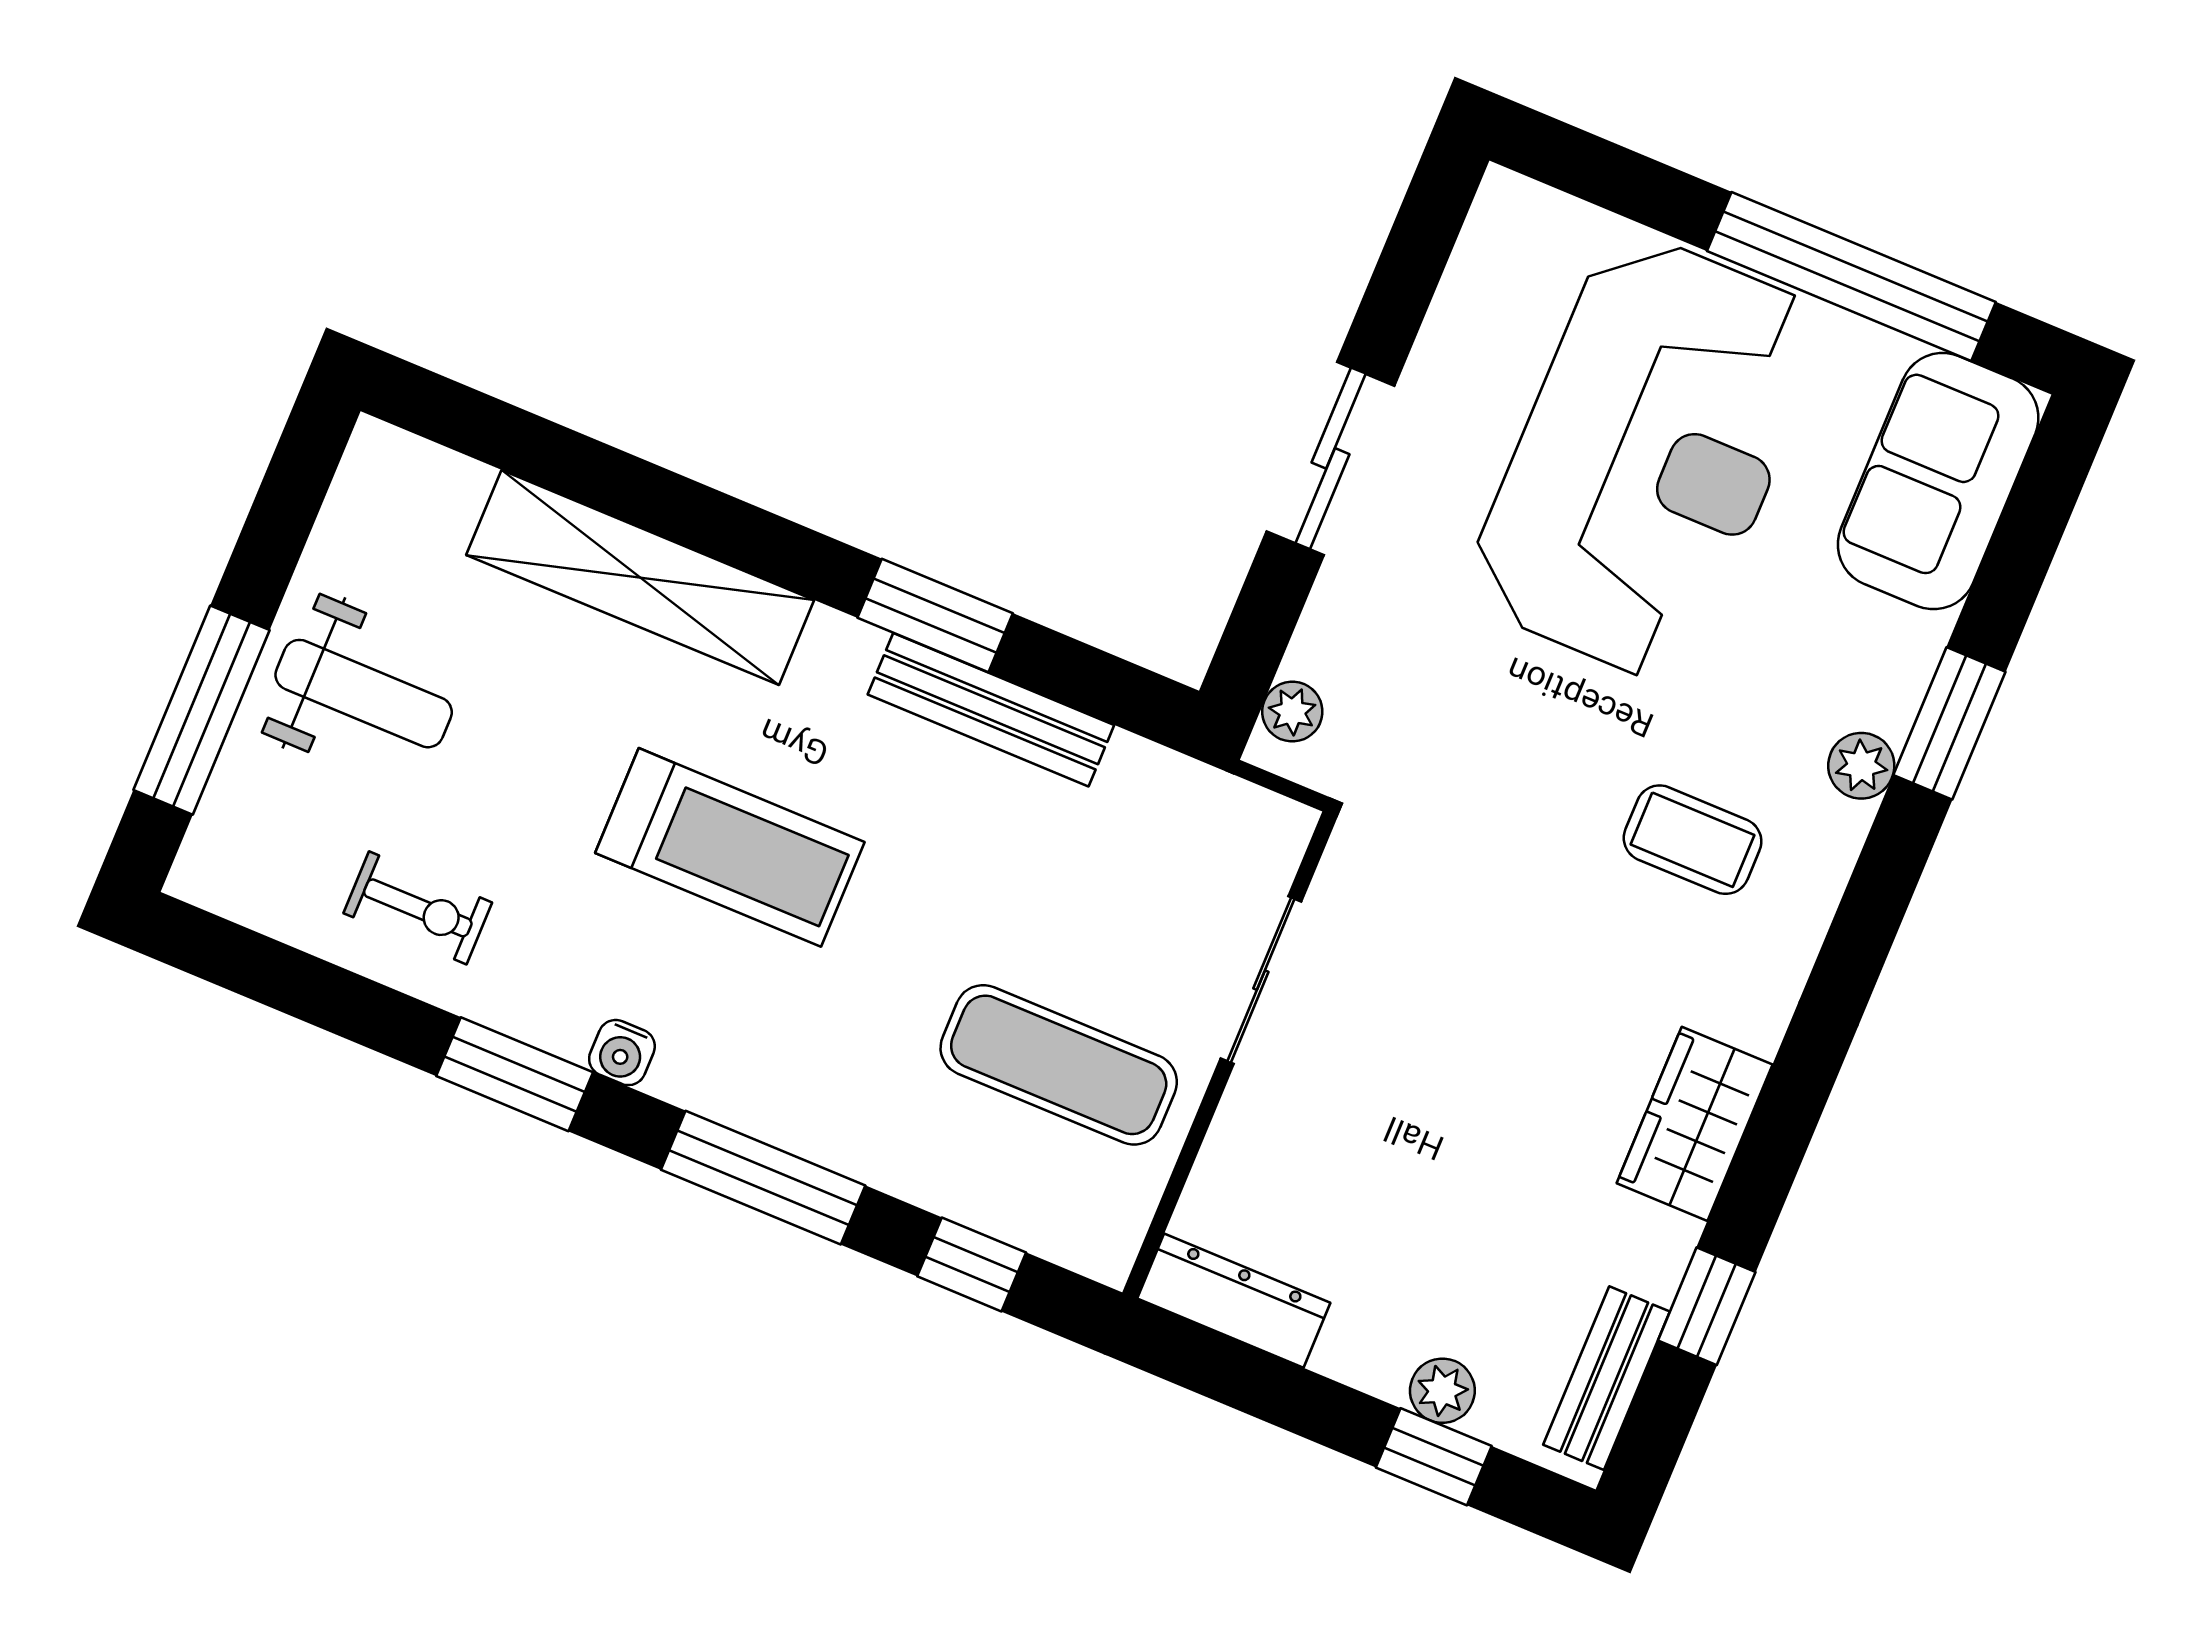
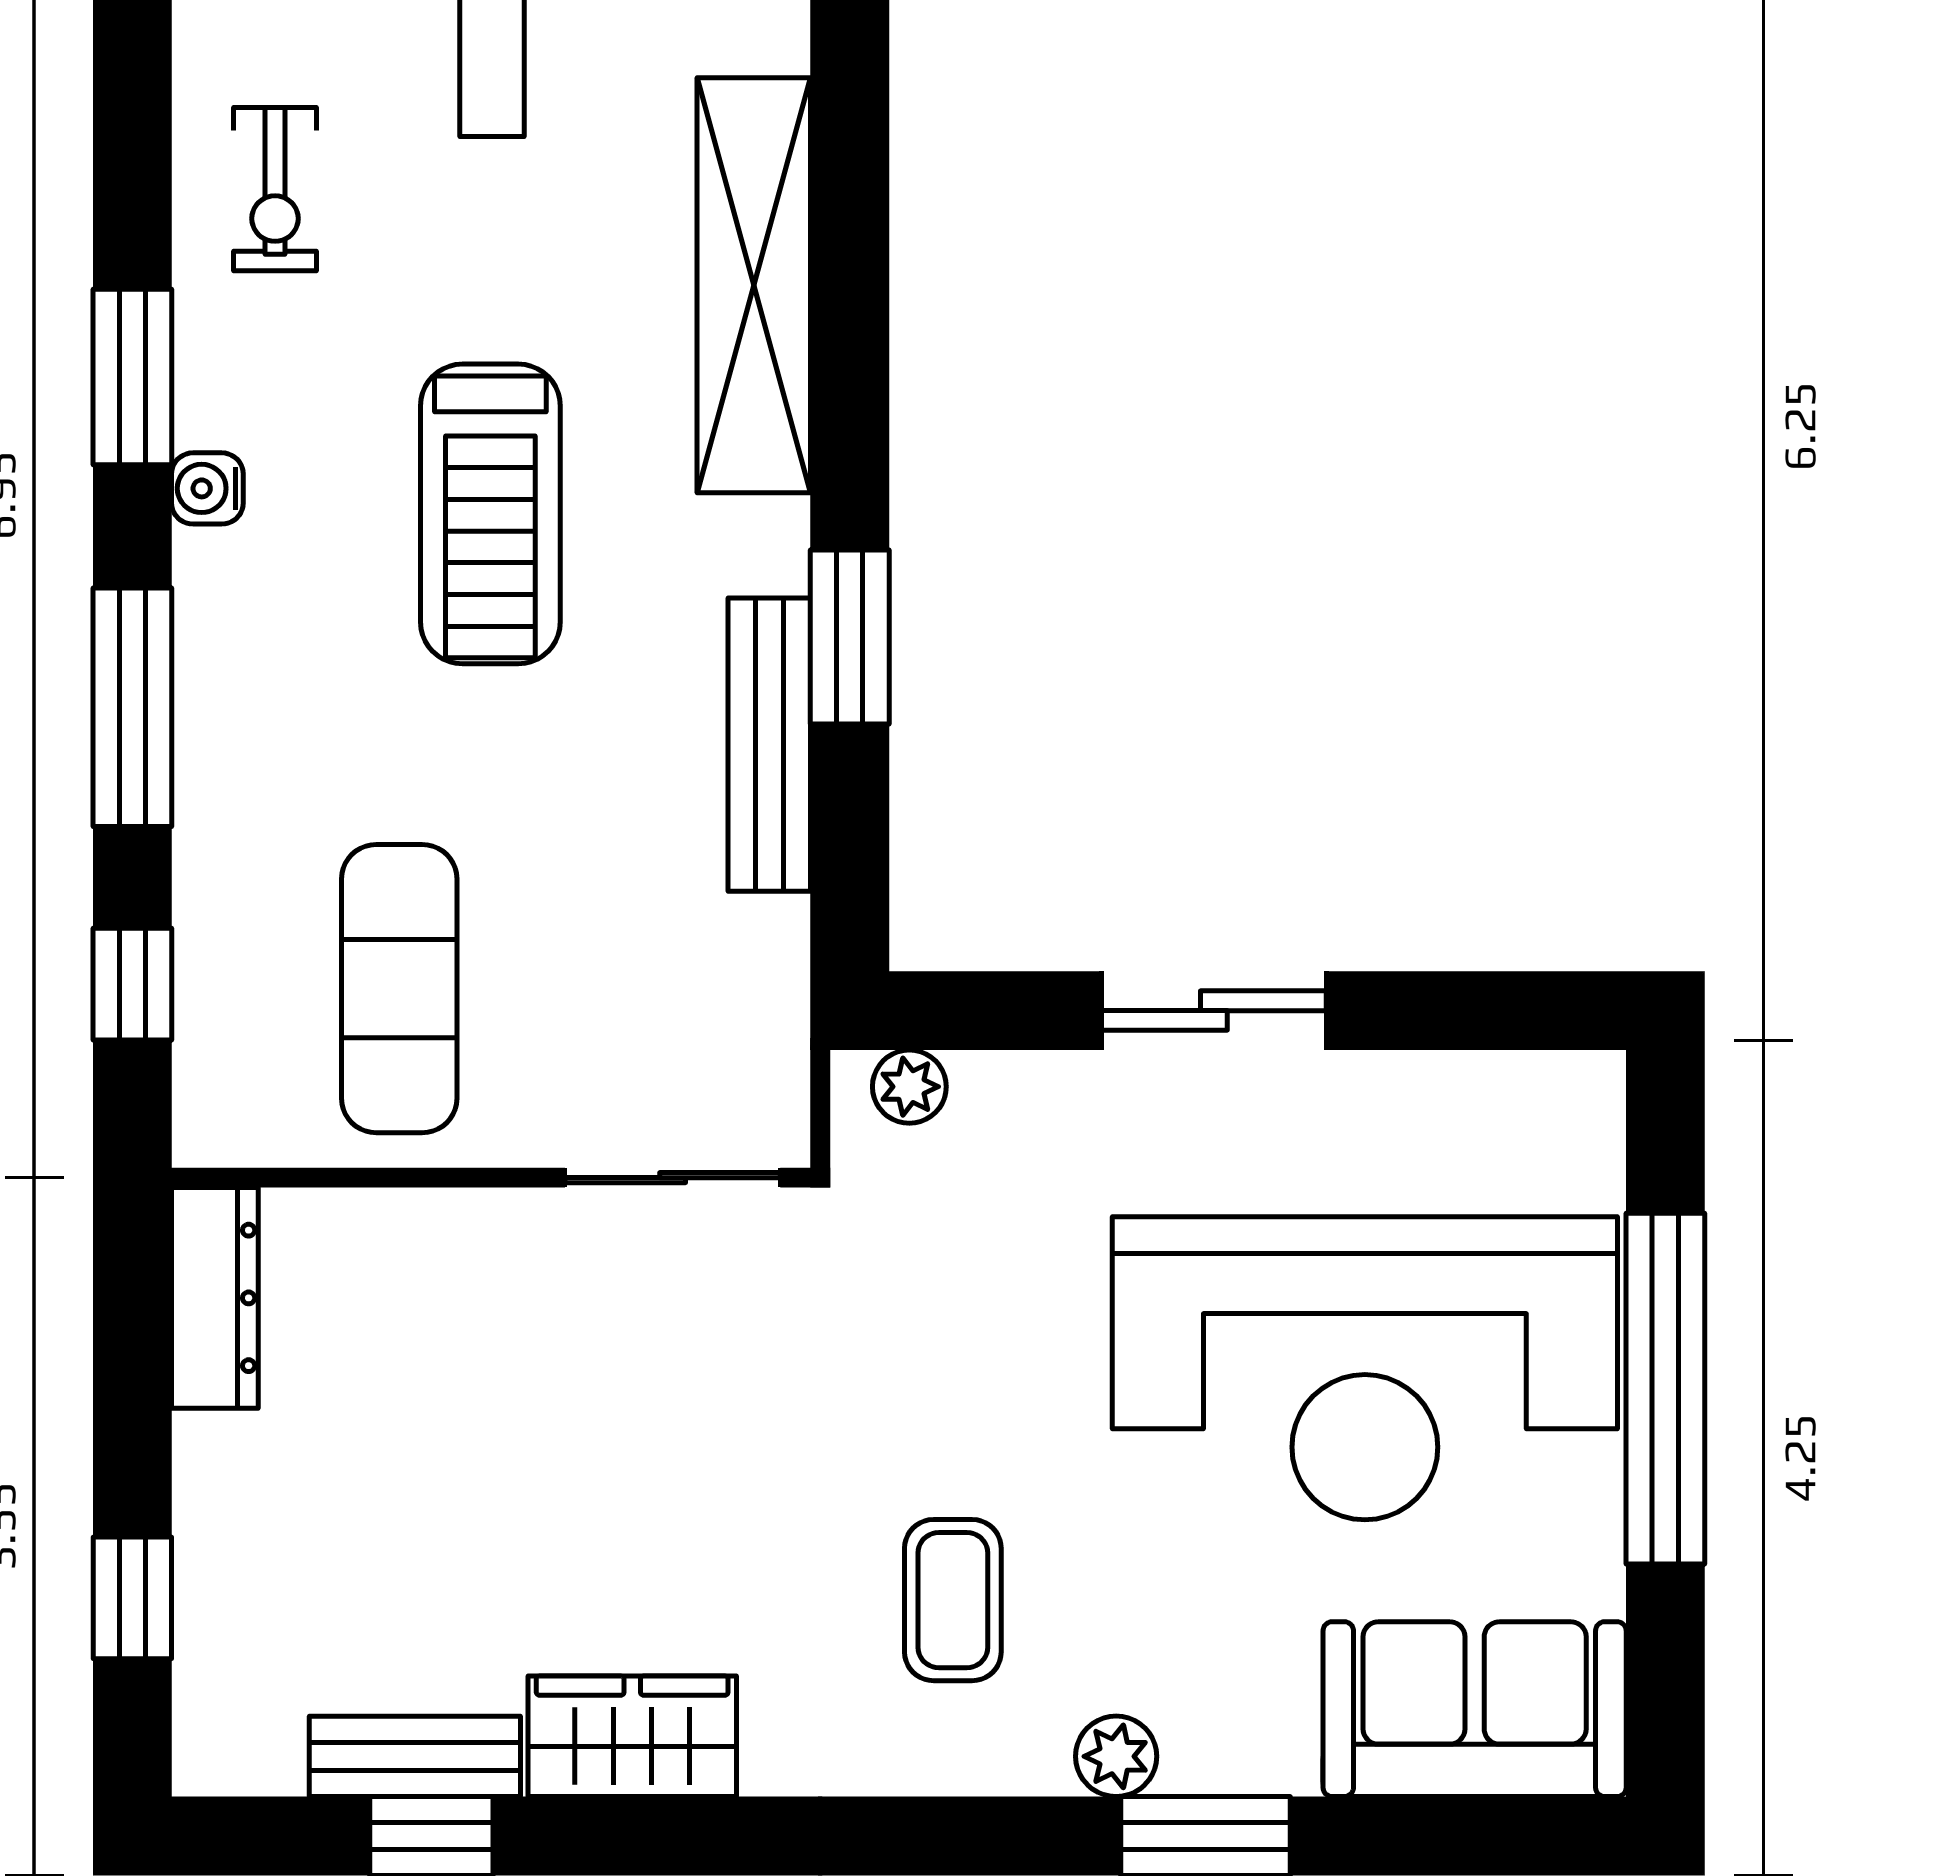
window: (1851, 276) -> (1665, 1389), moved
sliding door: (1261, 980) -> (673, 1178), moved
bench: (1607, 1378) -> (415, 1756), moved
plant: (1442, 1391) -> (211, 1577), removed

